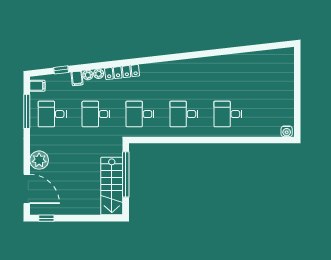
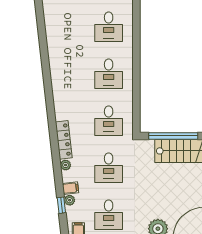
plant: (88, 75) -> (70, 200), moved

